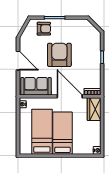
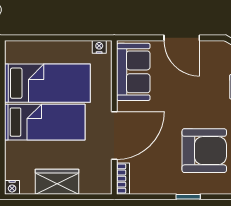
armchair: (59, 55) -> (204, 151), moved
door: (18, 61) -> (182, 38), hinge flipped
wardrobe: (94, 109) -> (57, 182), moved

